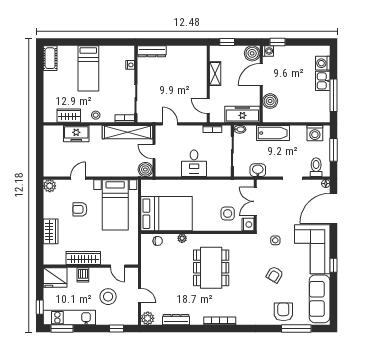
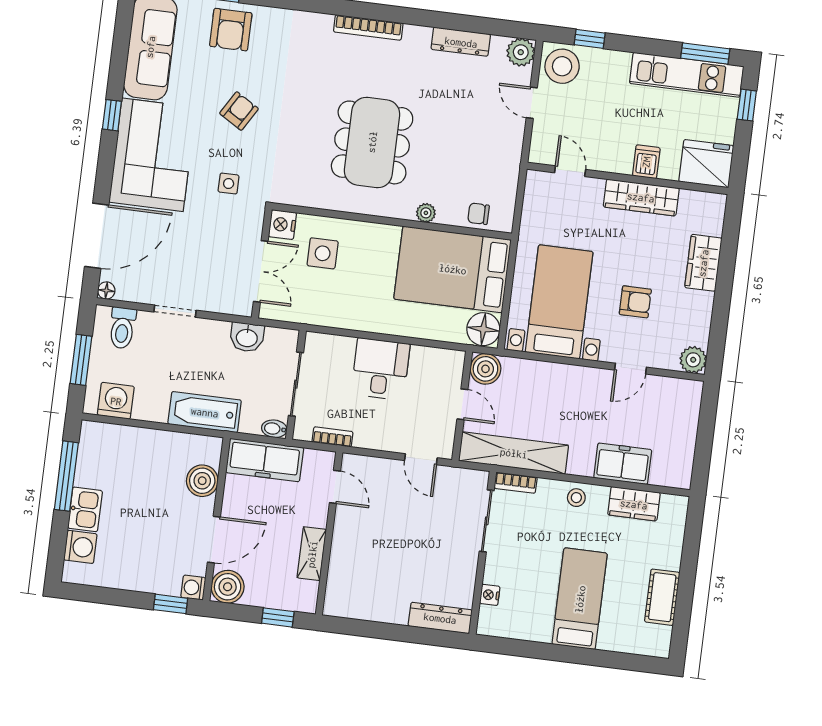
cot: (50, 58) -> (662, 597), moved
floor lamp: (149, 188) -> (483, 329), added
stool: (108, 297) -> (562, 66), moved

